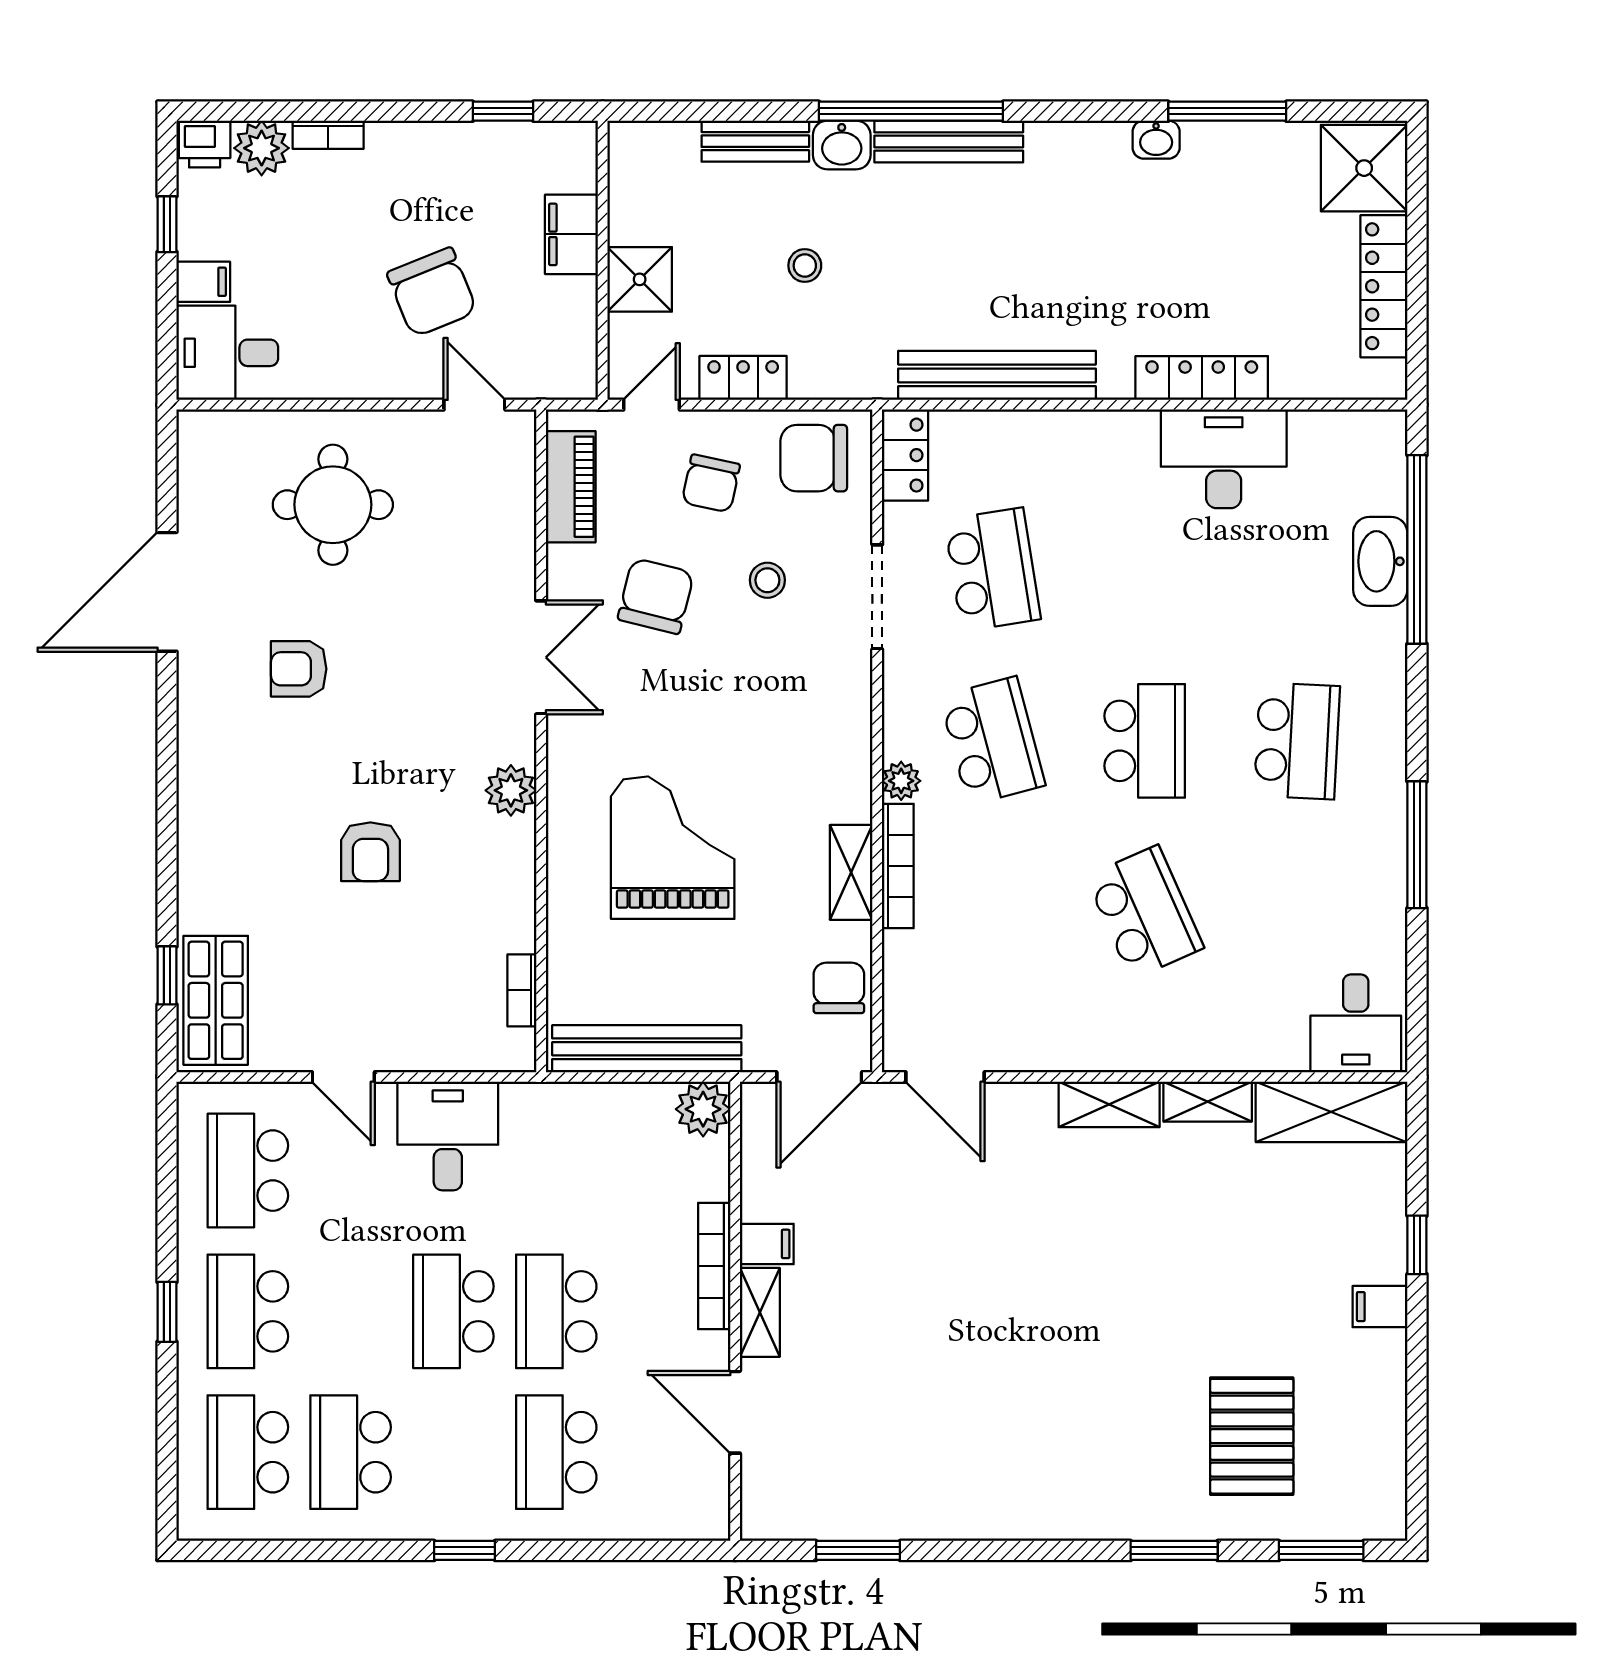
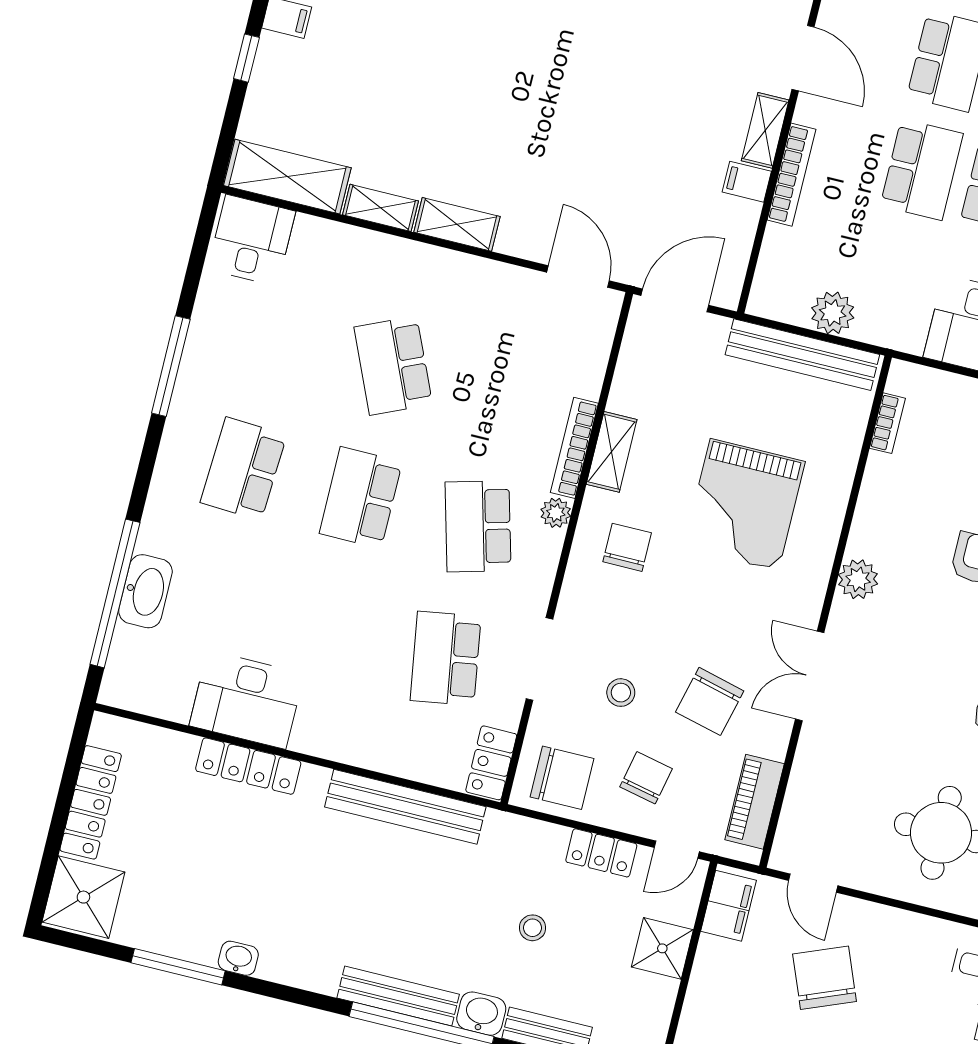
filing cabinet: (571, 234) -> (728, 906), moved
chair: (839, 988) -> (627, 547), moved, turned 180
plant: (703, 1109) -> (833, 313), moved

